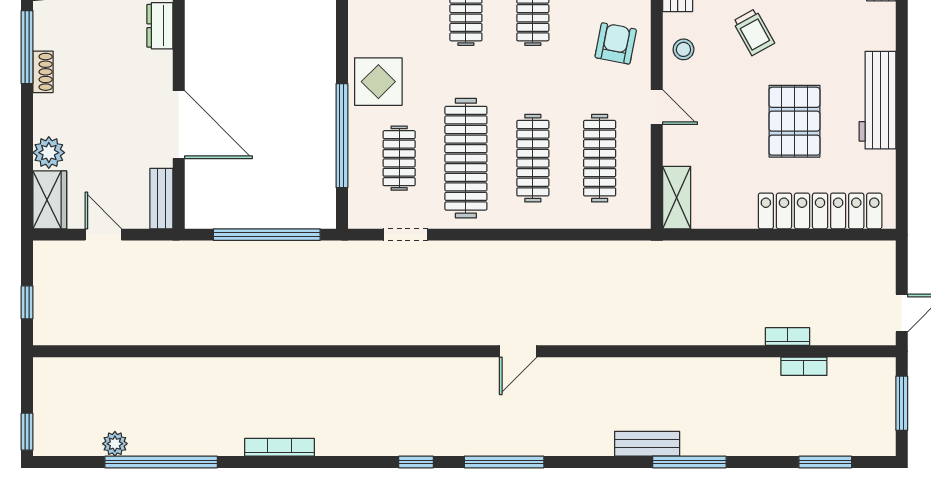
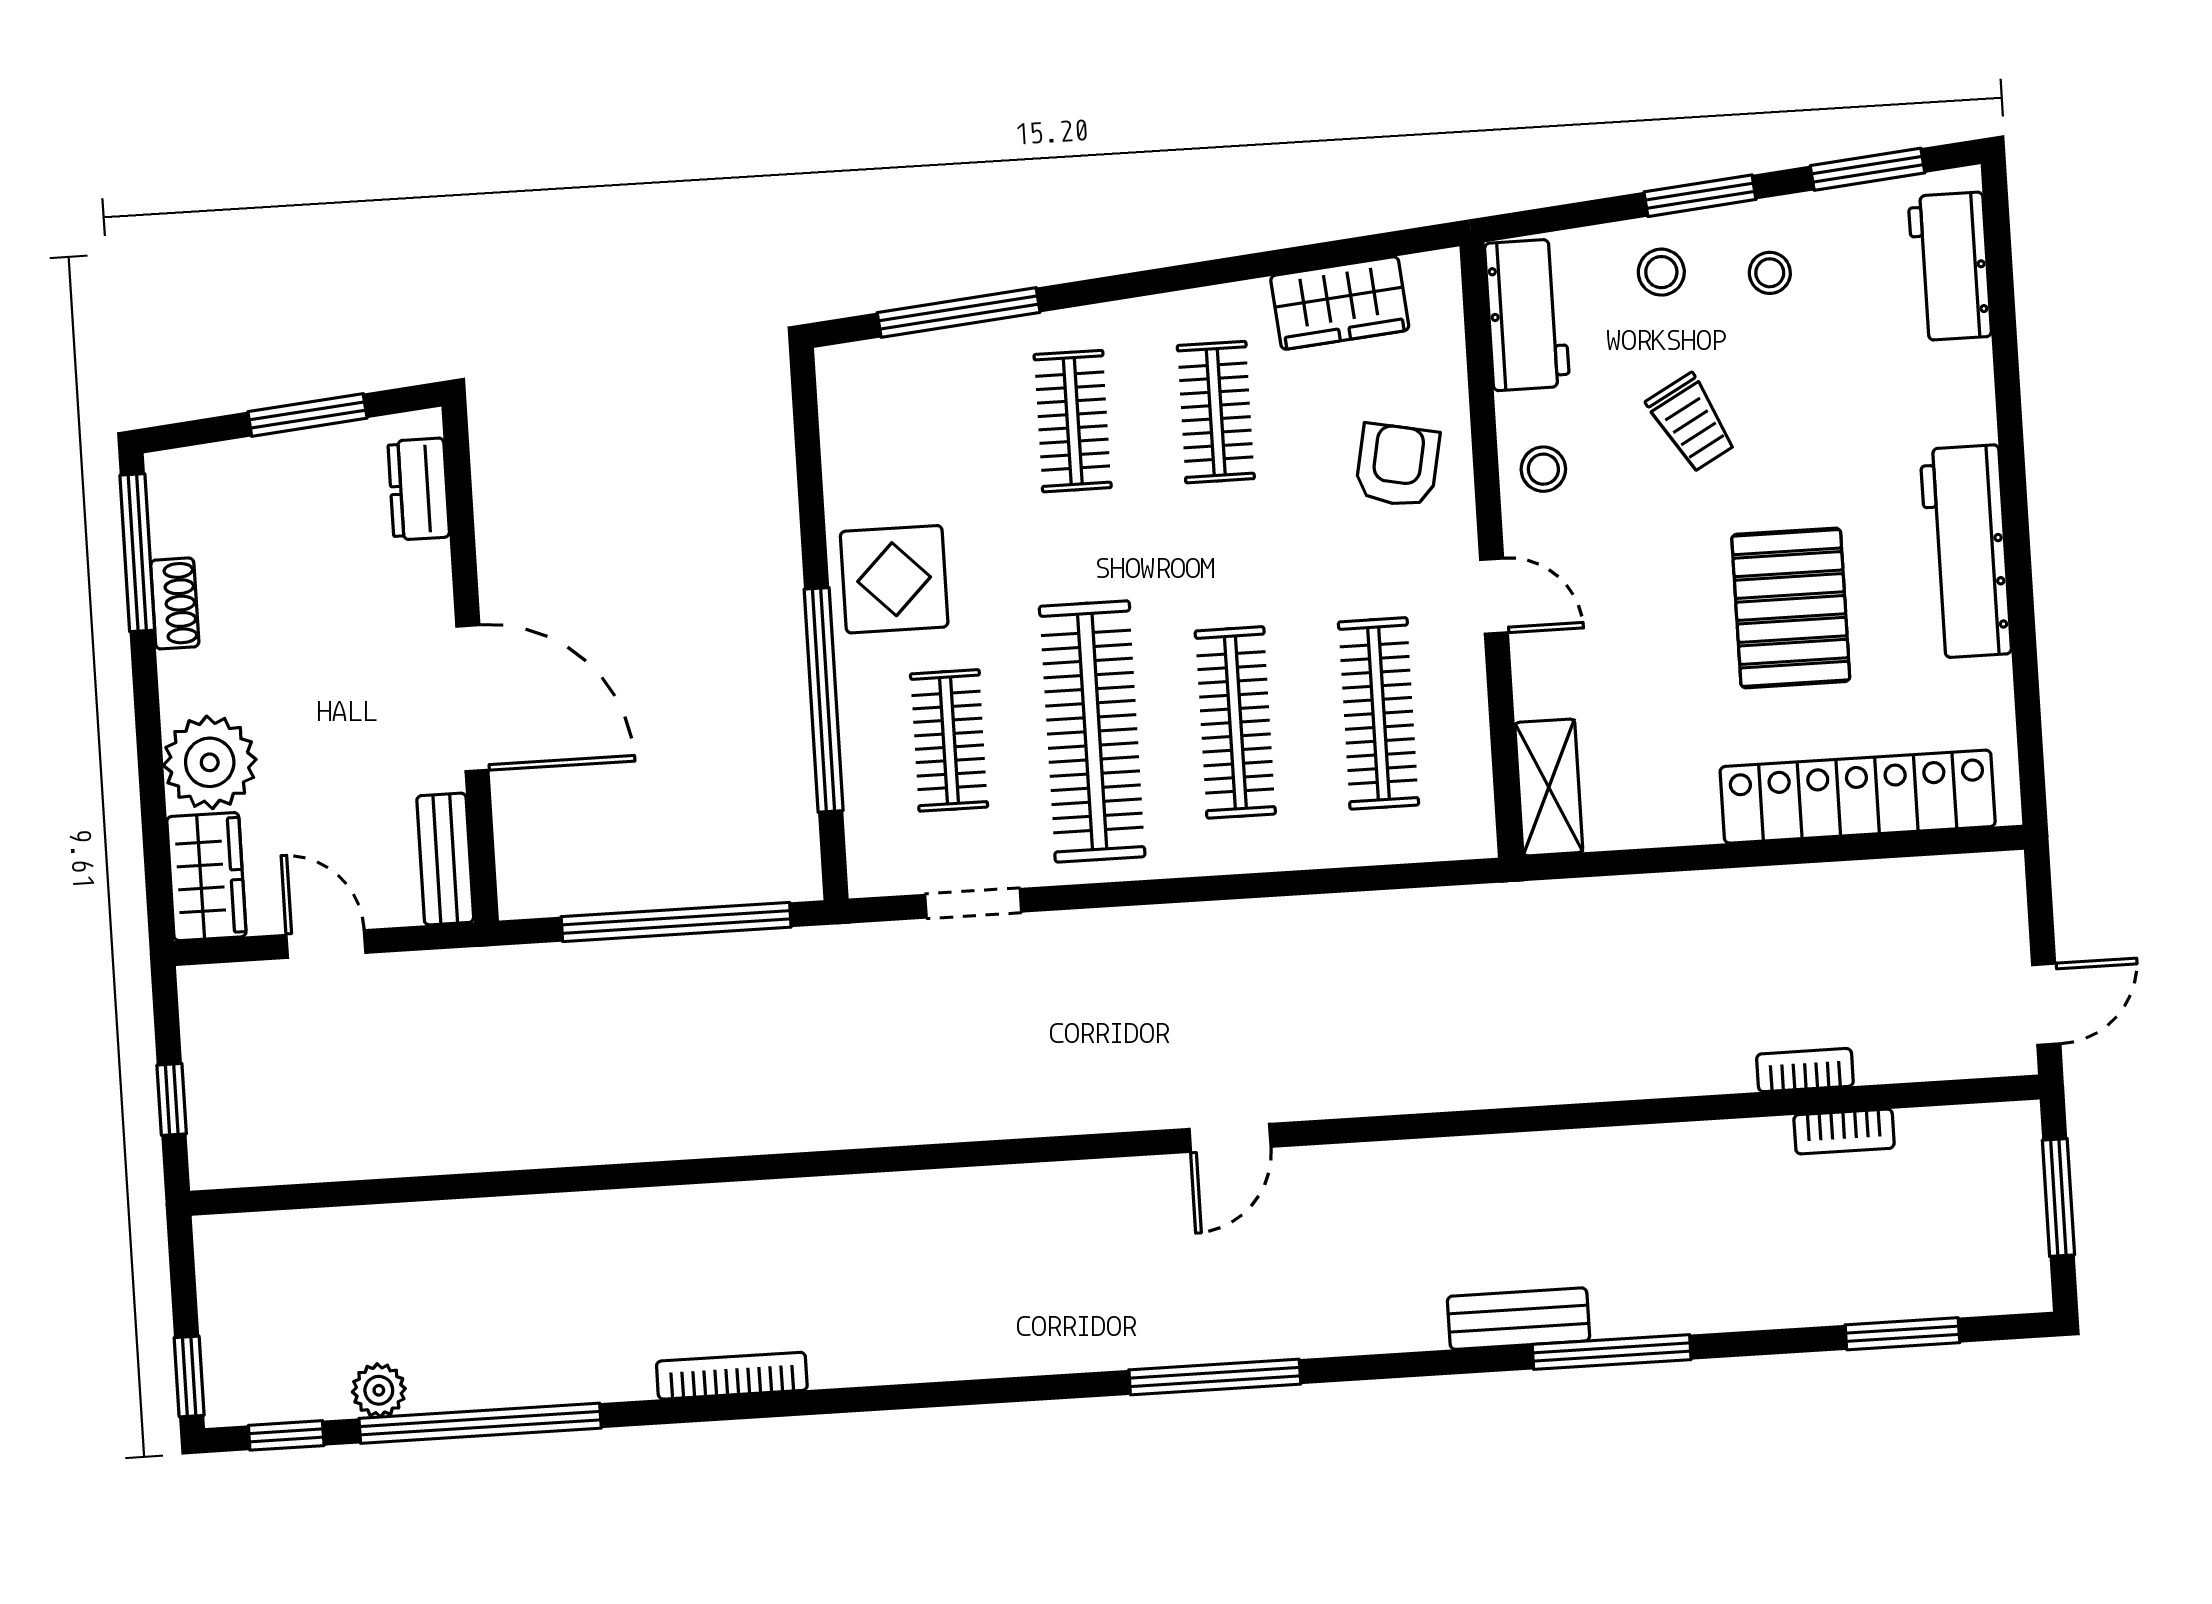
plant: (49, 153) -> (210, 762), width x1.36, depth x1.36
window: (416, 462) -> (286, 1435), moved

